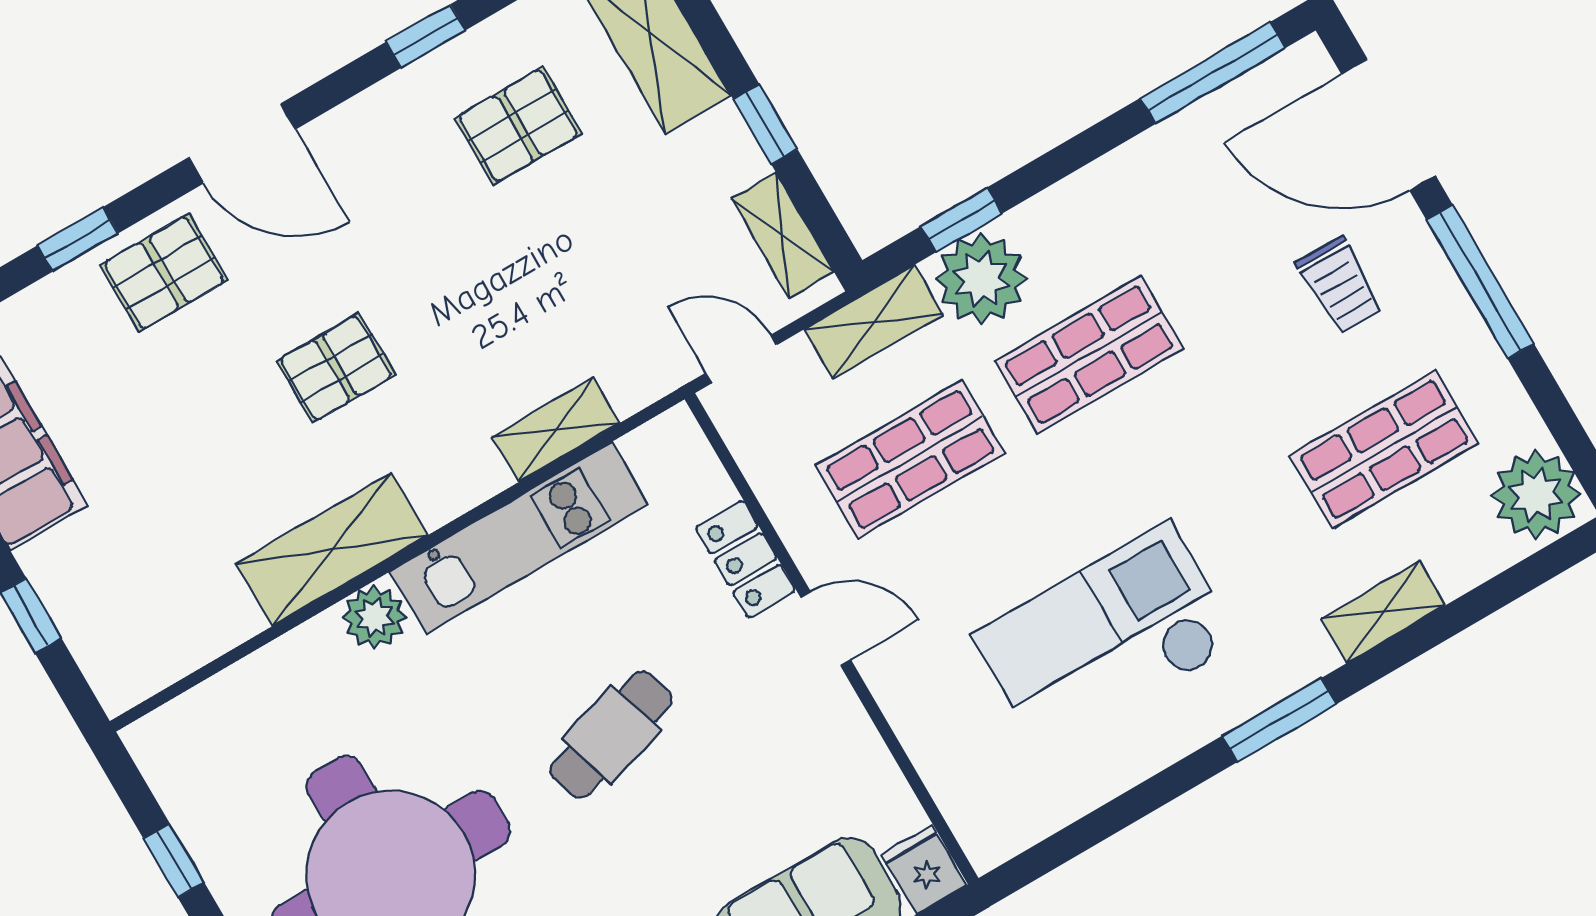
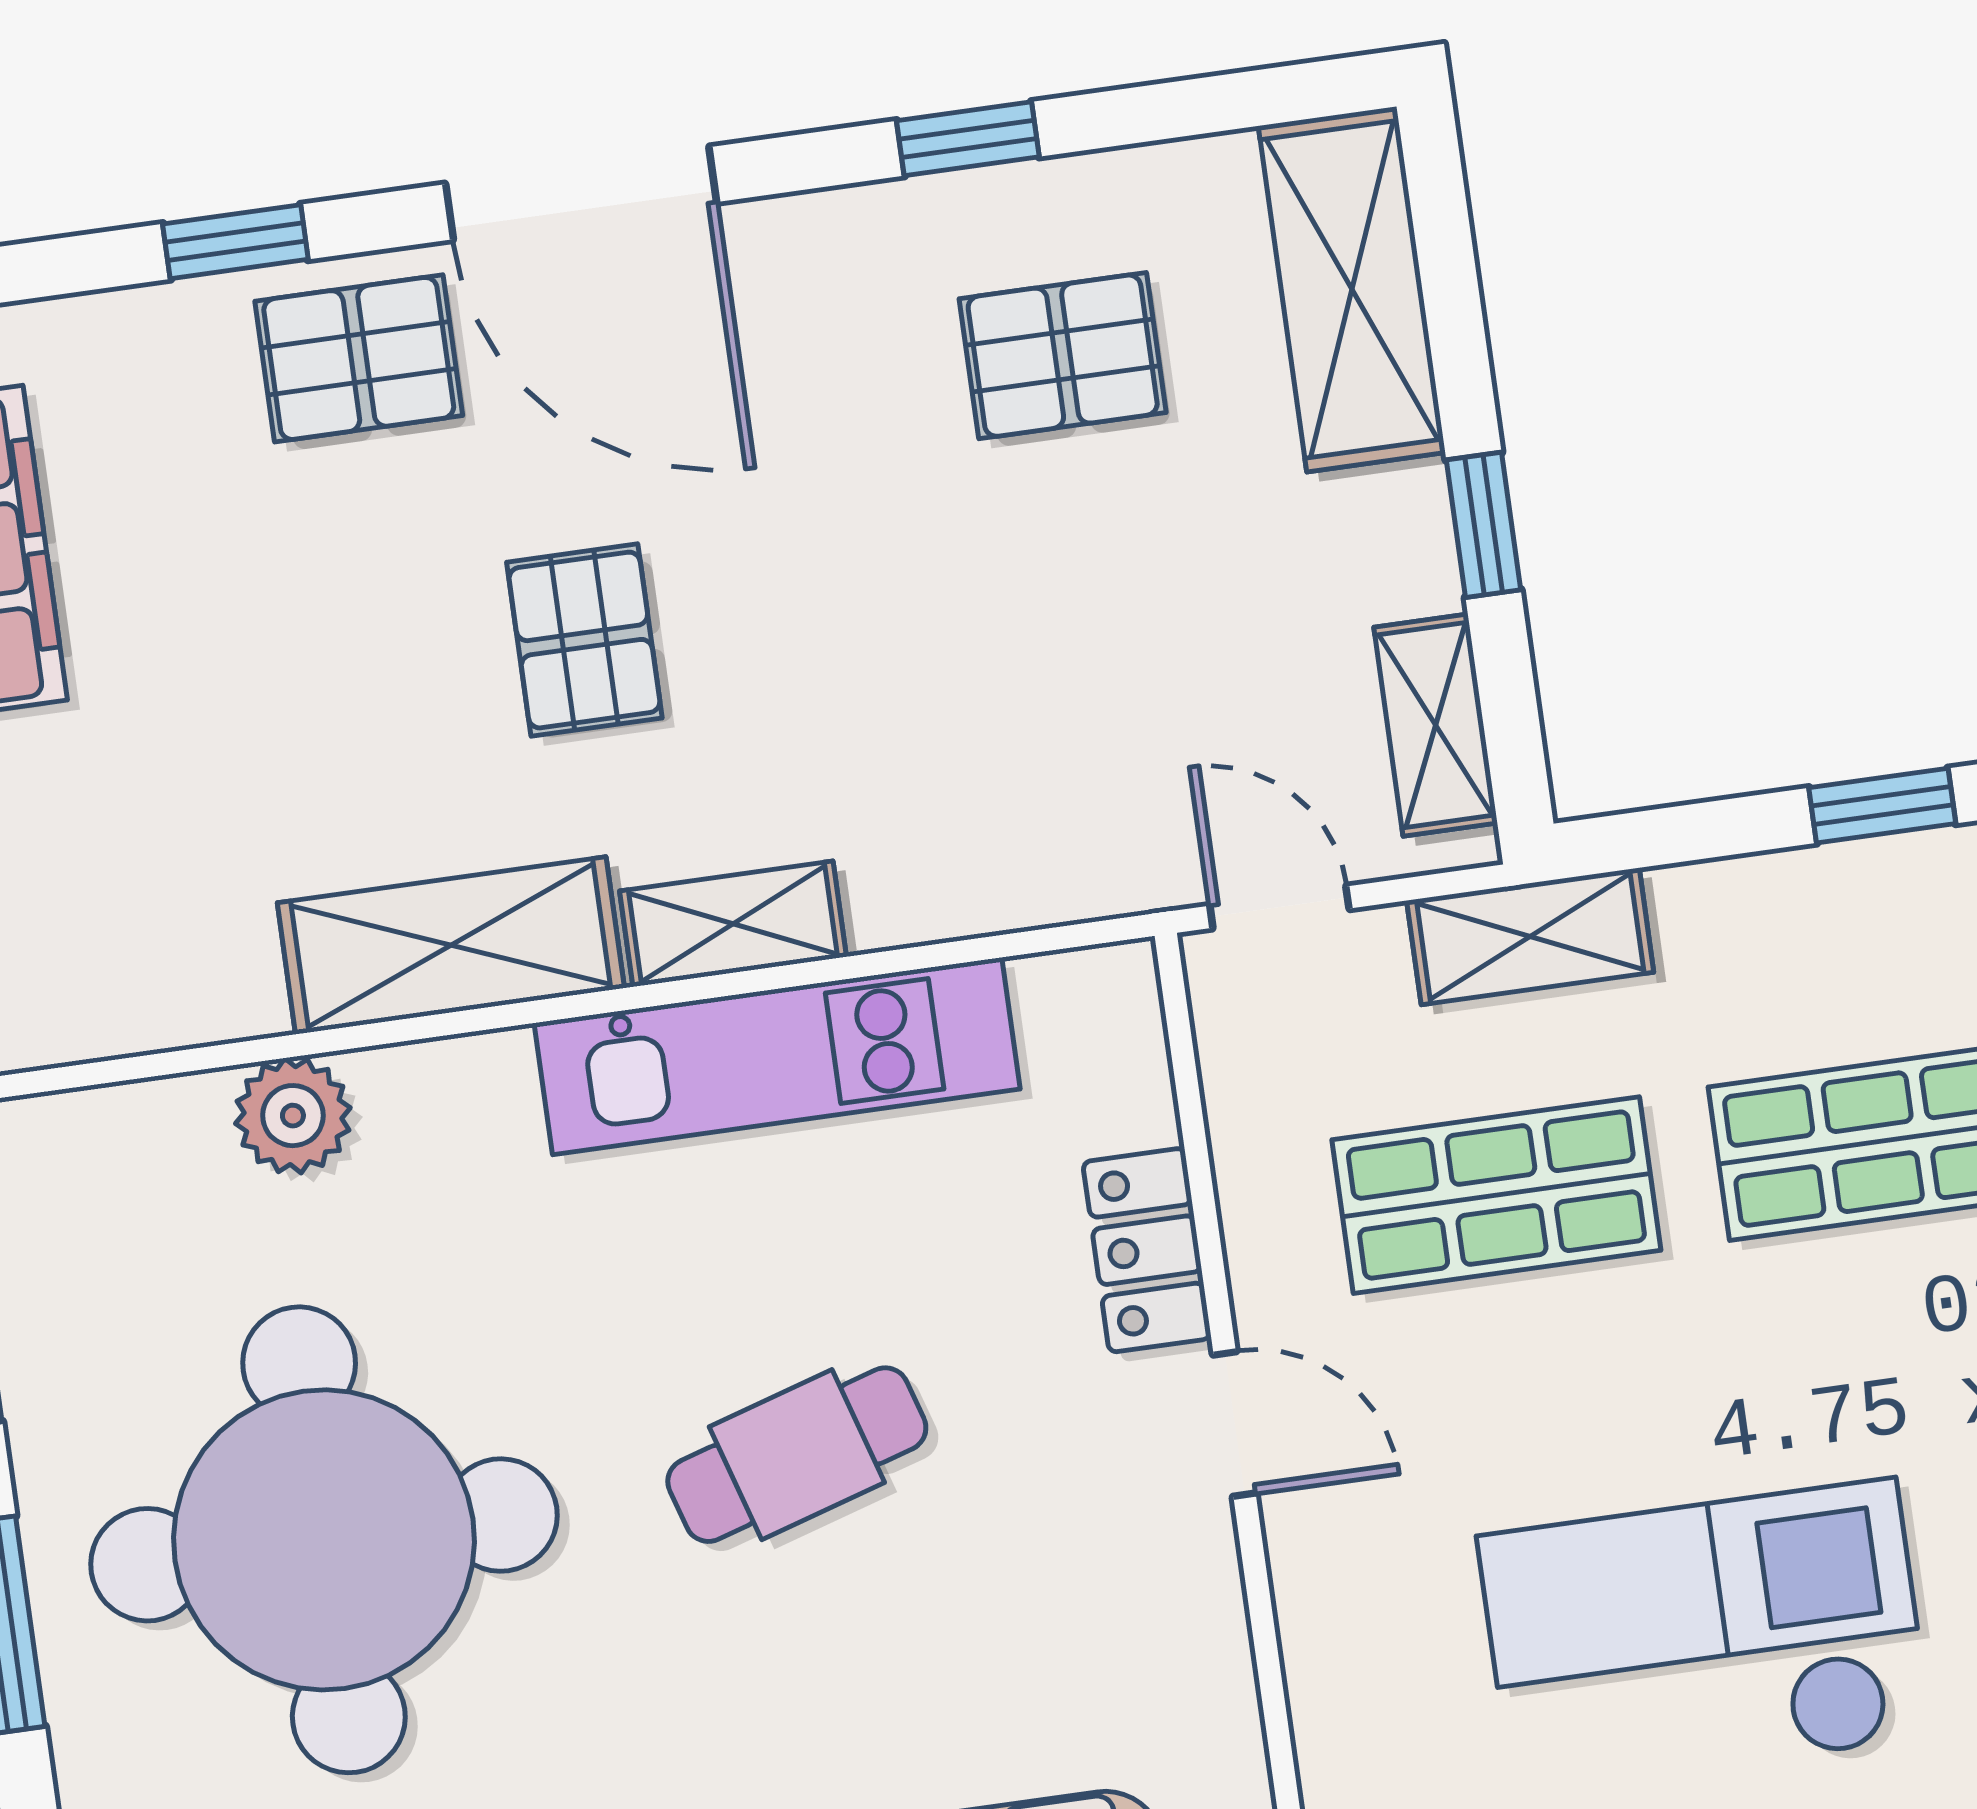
door: (242, 143) -> (581, 193), width x1.36
window: (962, 220) -> (1882, 806), moved
plant: (981, 279) -> (1743, 938), removed
pallet: (336, 368) -> (584, 640), turned 90
shelving: (556, 430) -> (733, 924), moved
plant: (374, 617) -> (293, 1116), moved

